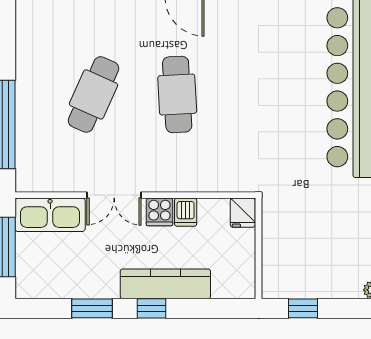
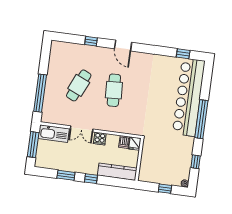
dishwasher: (186, 212) -> (124, 142), moved
kitchen counter: (165, 284) -> (117, 172), moved
window: (303, 308) -> (165, 189), moved

